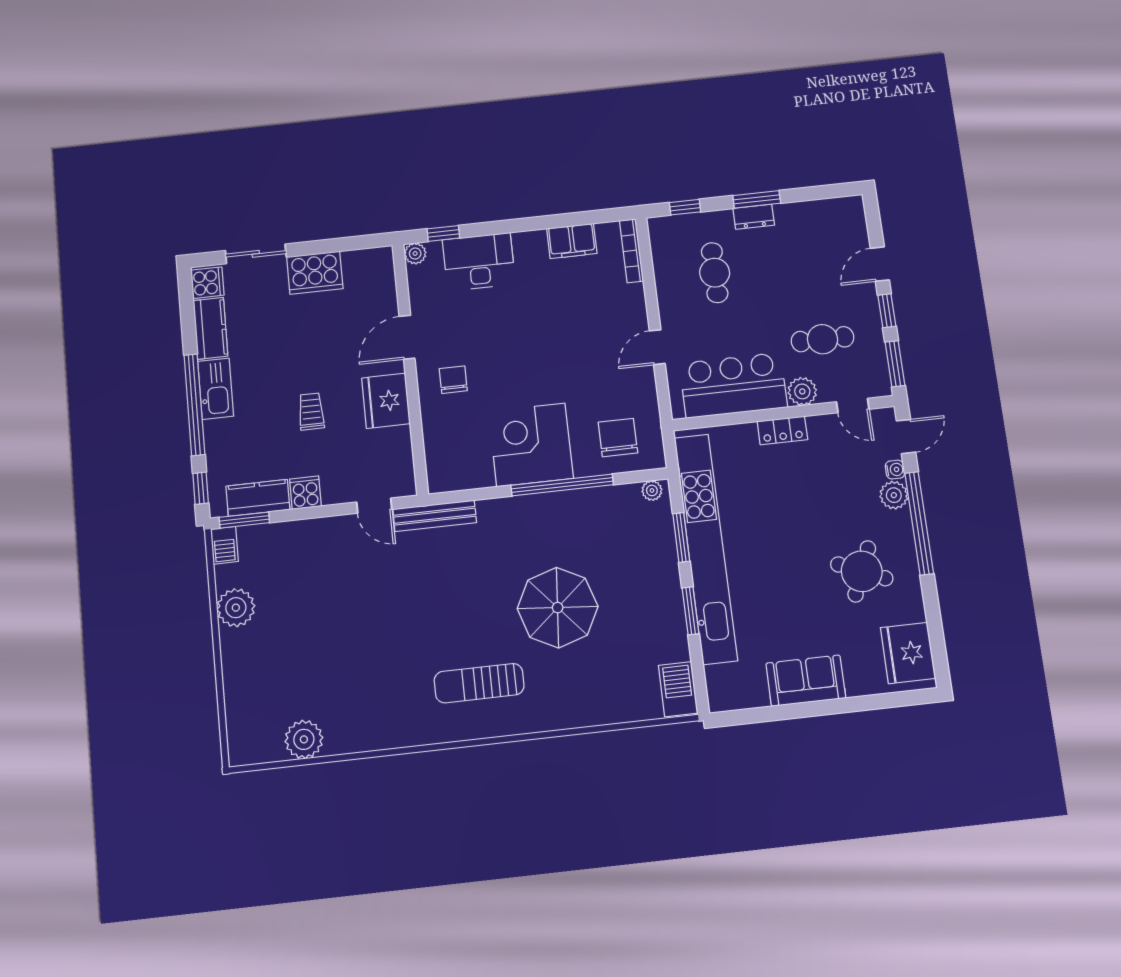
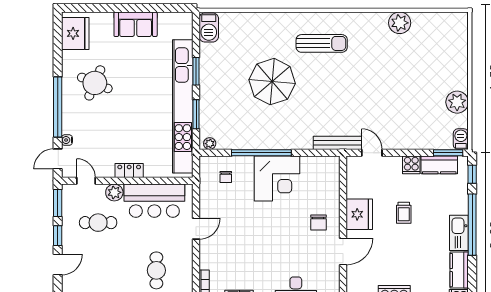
chair: (618, 438) -> (226, 177), width x0.54, depth x0.54
plant: (894, 495) -> (70, 125), removed
plant: (304, 739) -> (400, 23), moved

